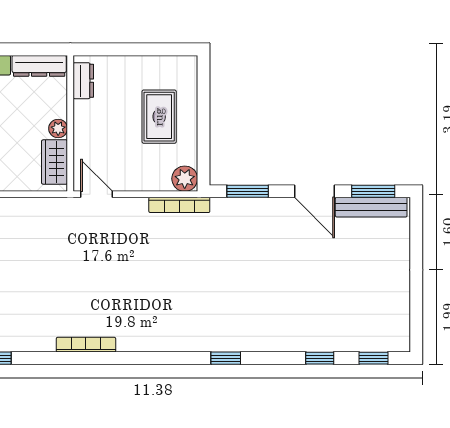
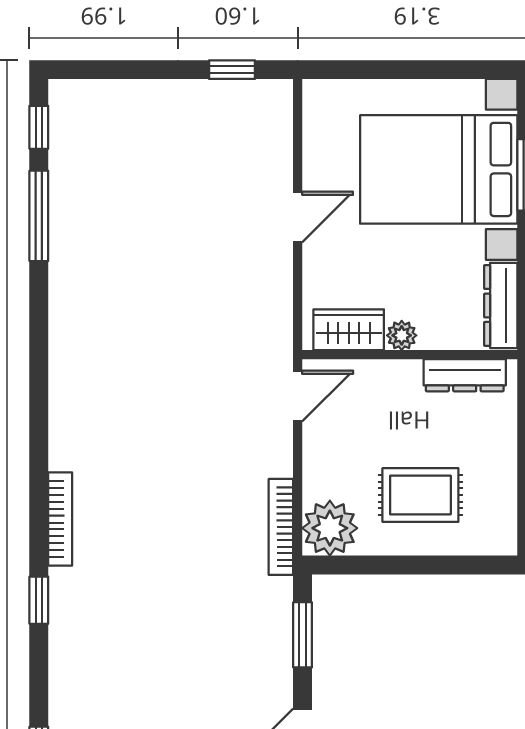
dresser: (83, 81) -> (465, 375), width x1.44
plant: (185, 179) -> (330, 528), width x1.36, depth x1.36
bookcase: (86, 345) -> (60, 519), moved

